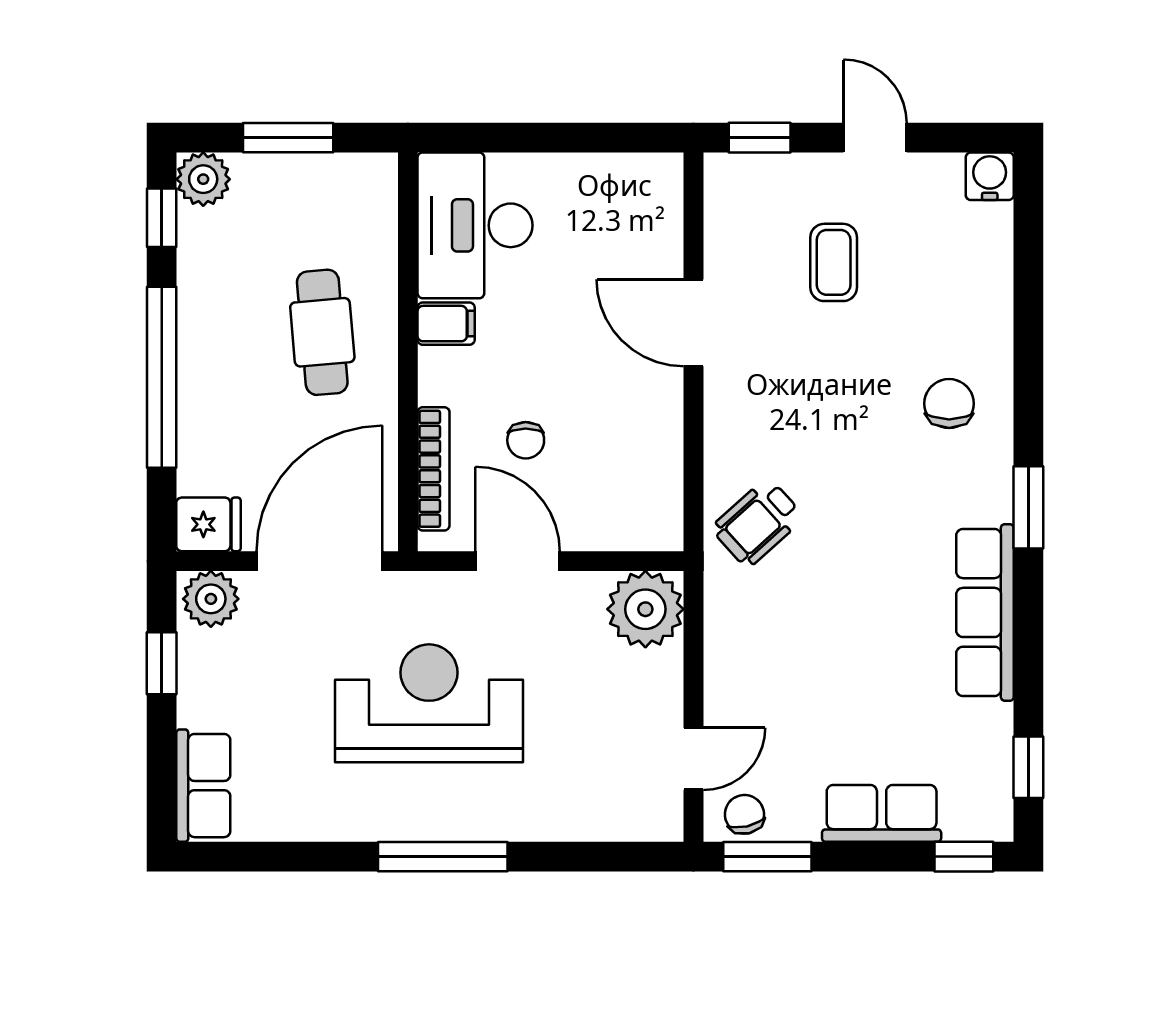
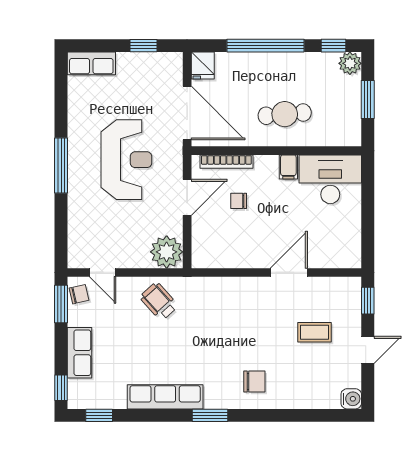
wheelchair: (758, 523) -> (159, 301), moved
plant: (211, 599) -> (171, 67), removed

